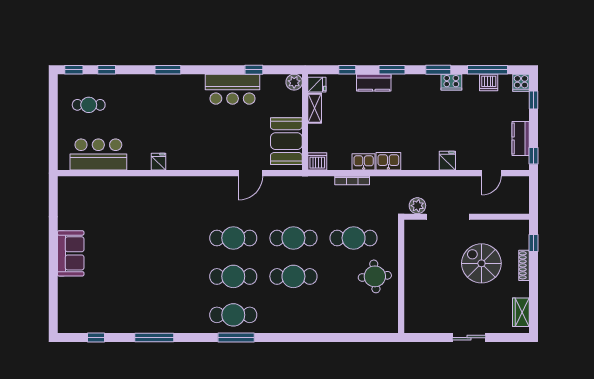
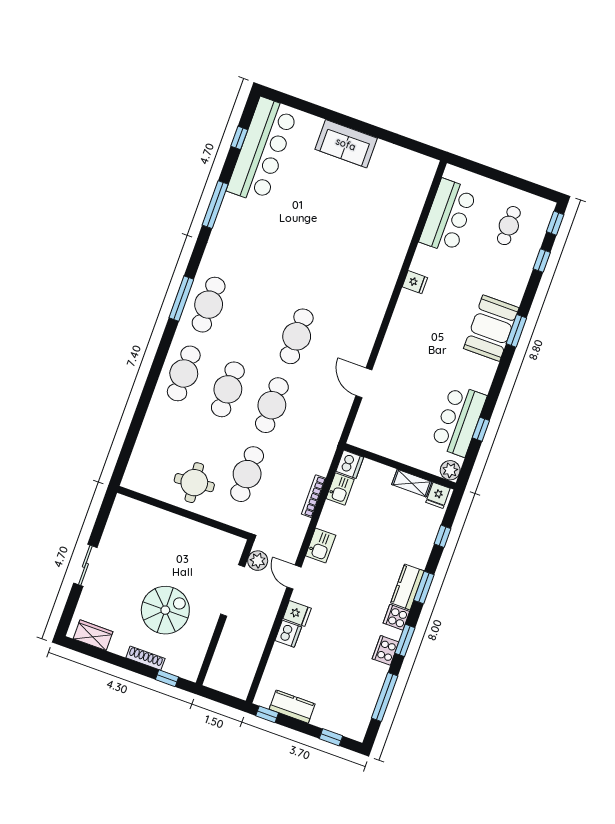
dishwasher: (489, 82) -> (288, 634), moved, turned 180
kitchen counter: (374, 83) -> (407, 587), moved
cooker: (521, 83) -> (396, 617), moved
bar counter: (233, 89) -> (459, 421), moved
booth: (286, 141) -> (491, 328), moved, turned 90
kitchen sink: (364, 162) -> (340, 489), moved
door: (491, 173) -> (294, 577), moved
cafe table: (233, 276) -> (184, 373), moved
bar counter: (99, 316) -> (262, 150), added

